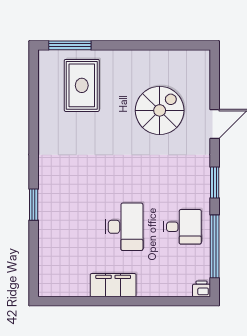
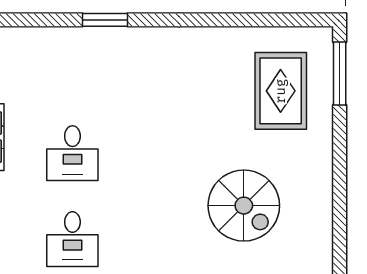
rug: (82, 85) -> (281, 91), turned 90
desk: (124, 227) -> (72, 153), width x0.73

